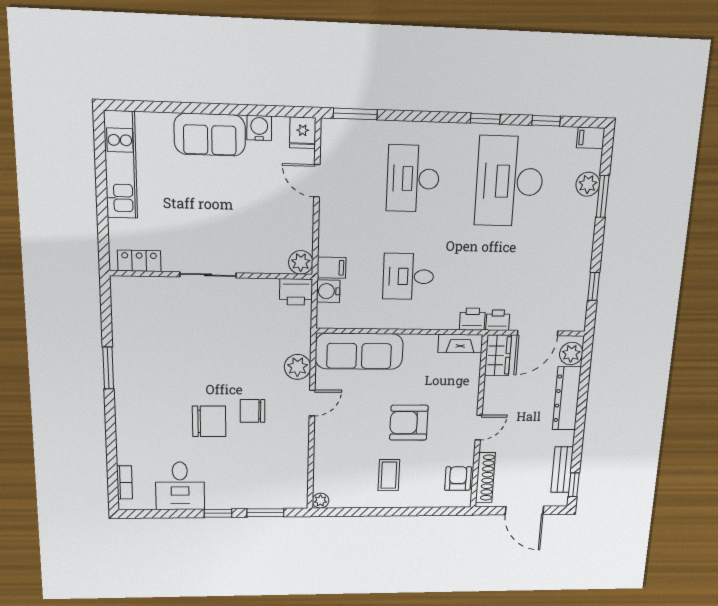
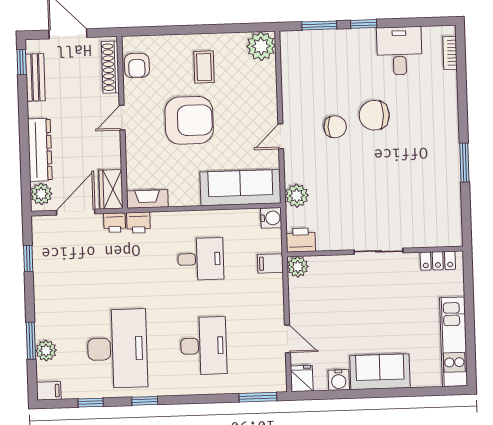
water cooler: (328, 291) -> (271, 218), moved
plant: (298, 367) -> (297, 196), moved
armchair: (409, 423) -> (189, 120), width x1.36, depth x1.36
plant: (320, 501) -> (261, 46), width x1.88, depth x1.88

